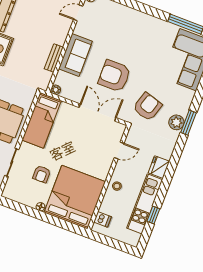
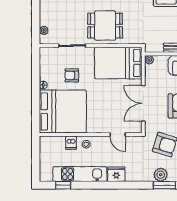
double door: (98, 112) -> (143, 103), swing flipped
bed: (42, 120) -> (118, 63), width x1.50
window: (153, 215) -> (63, 185), moved
dishwasher: (102, 219) -> (71, 143), moved

